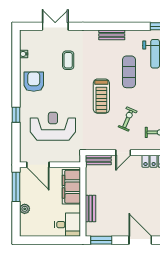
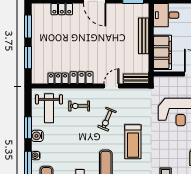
treadmill: (101, 96) -> (133, 142), turned 180
bench: (90, 208) -> (144, 36), width x1.36

